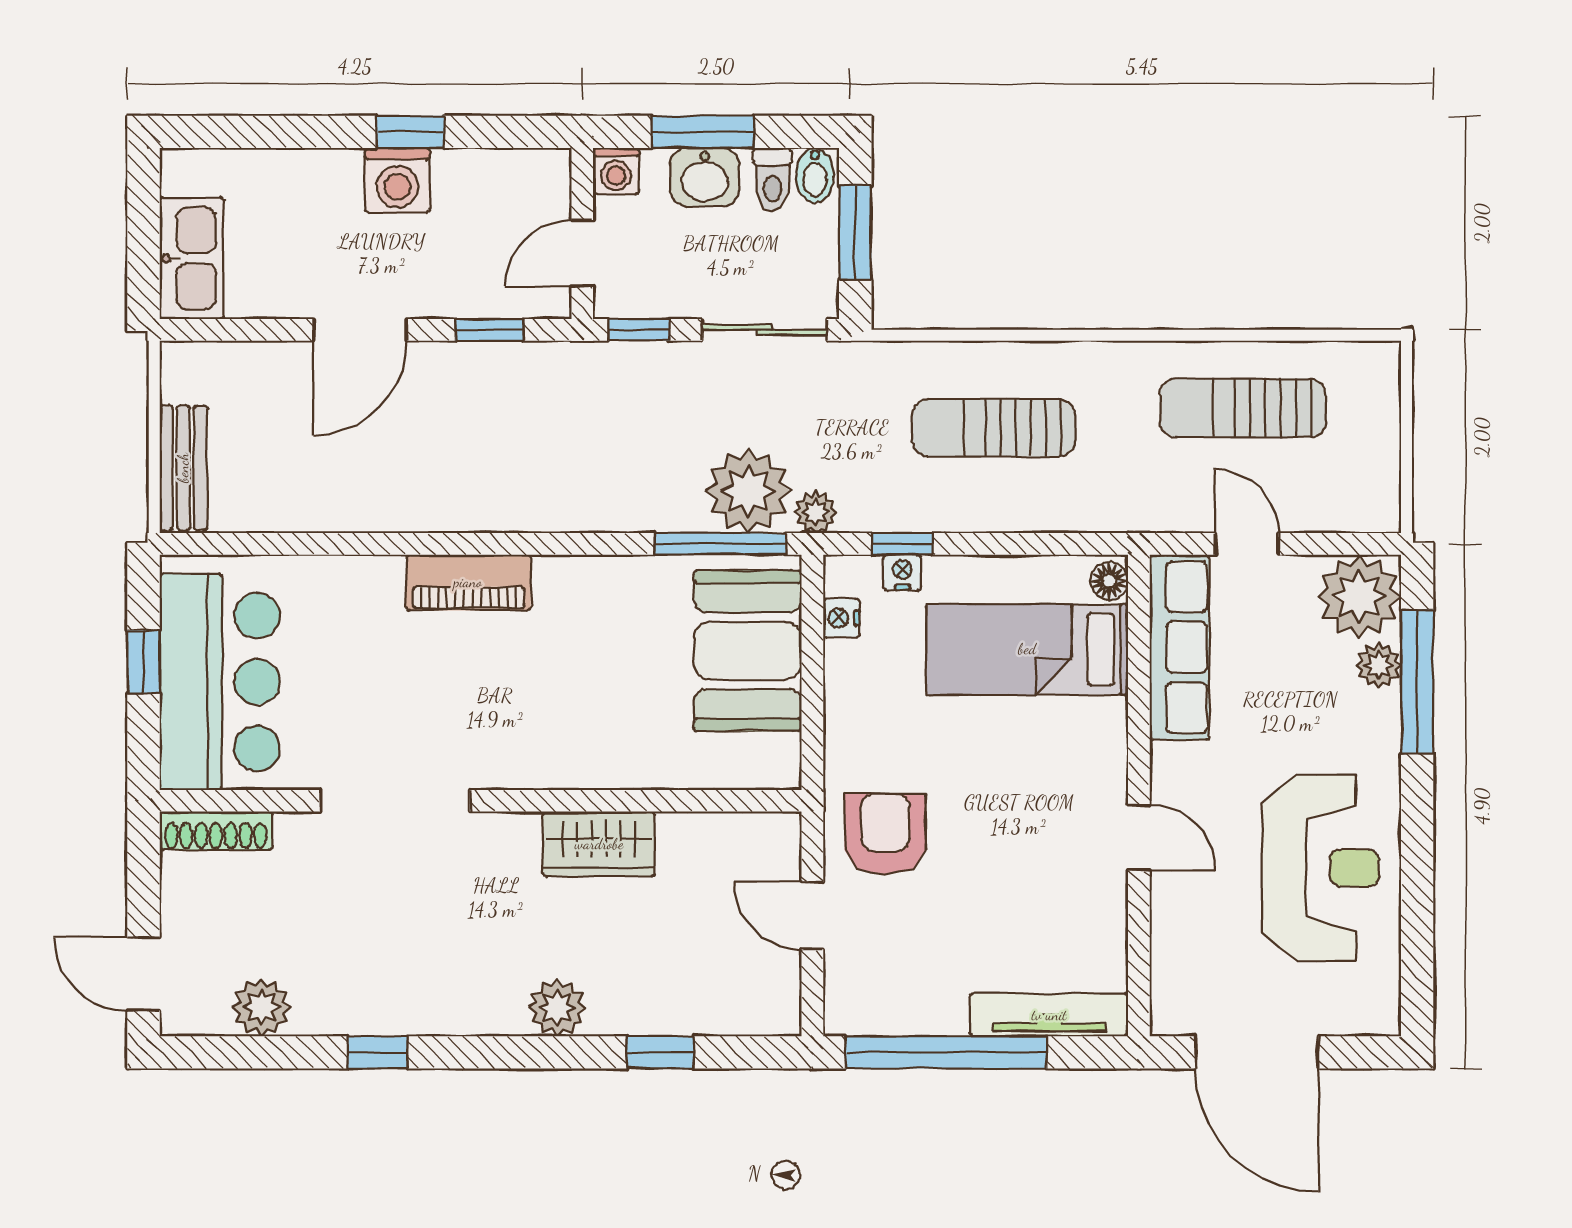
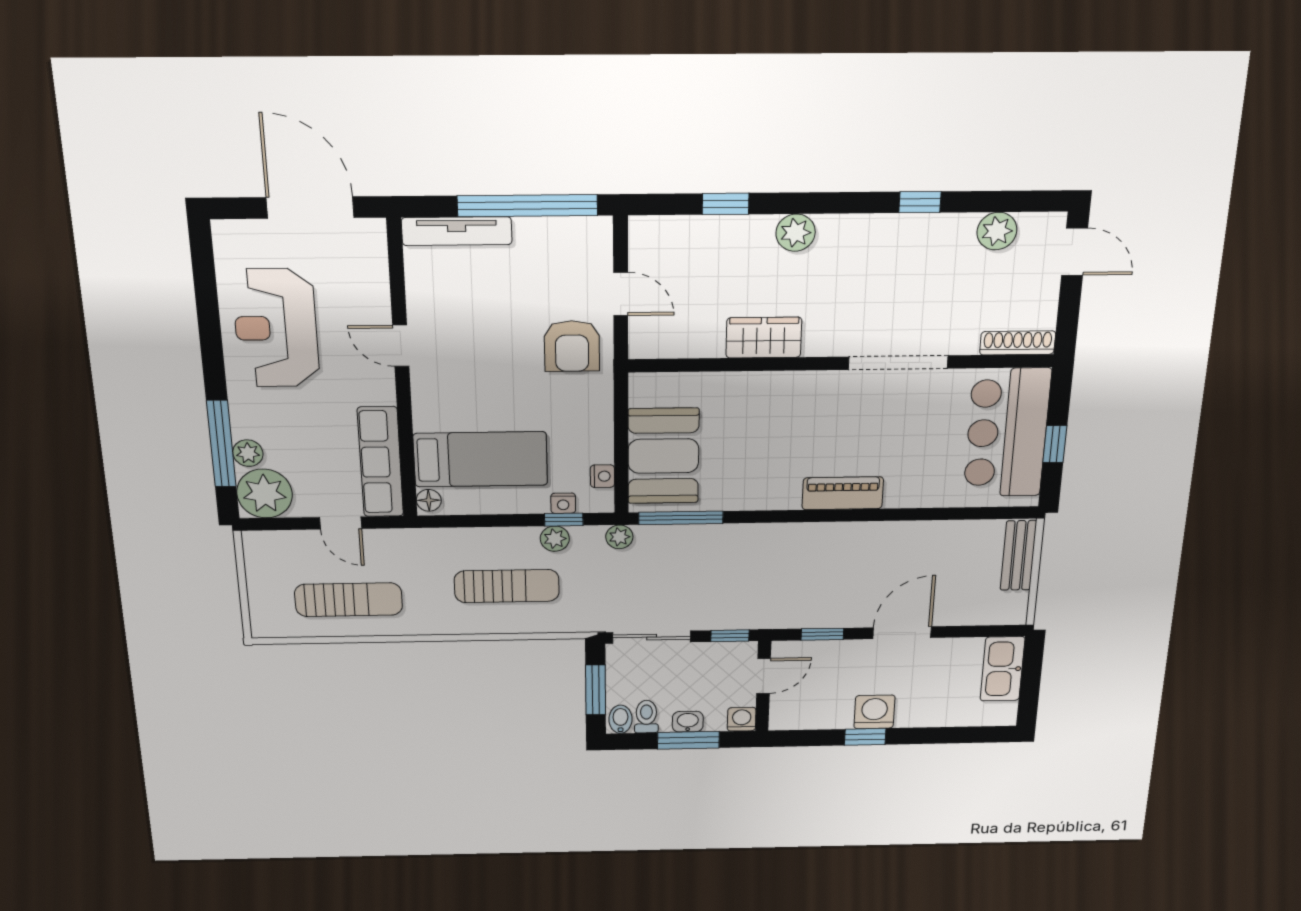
washbasin: (705, 177) -> (688, 722), width x0.72, depth x0.69
plant: (748, 491) -> (555, 539), moved, width x0.53, depth x0.53

